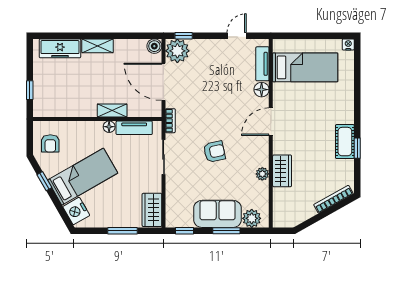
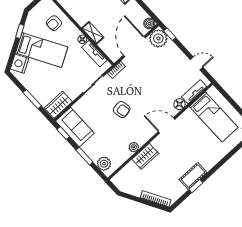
armchair: (50, 143) -> (54, 23), moved
sofa: (218, 214) -> (75, 127), moved

